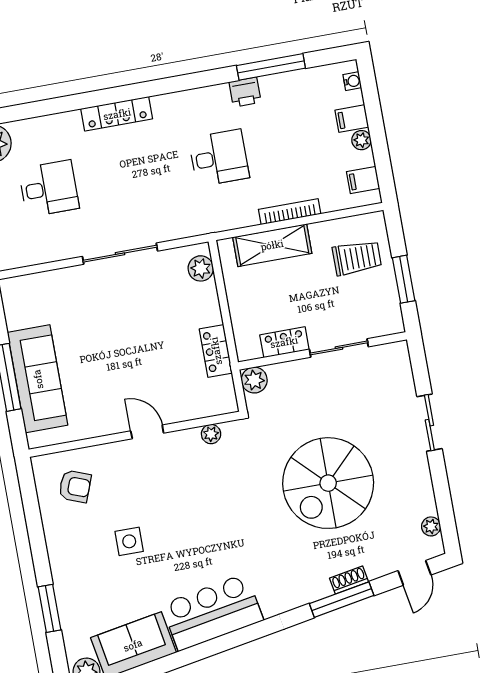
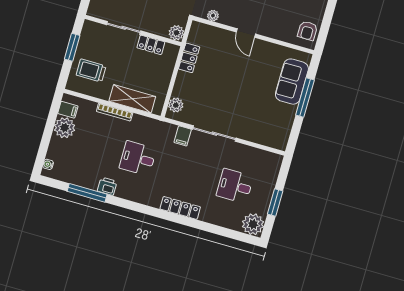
filing cabinet: (352, 119) -> (183, 136), moved, turned 90
plant: (361, 140) -> (65, 128), width x1.87, depth x1.87
sofa: (38, 379) -> (292, 82), width x0.73
armchair: (75, 486) -> (307, 31), moved, turned -111

